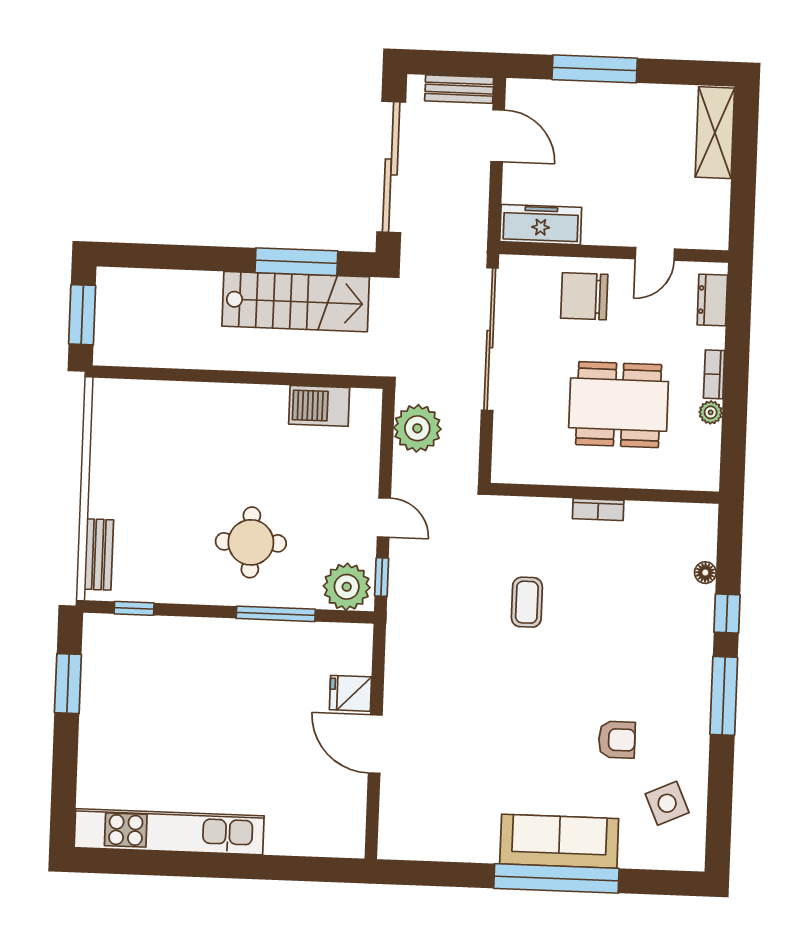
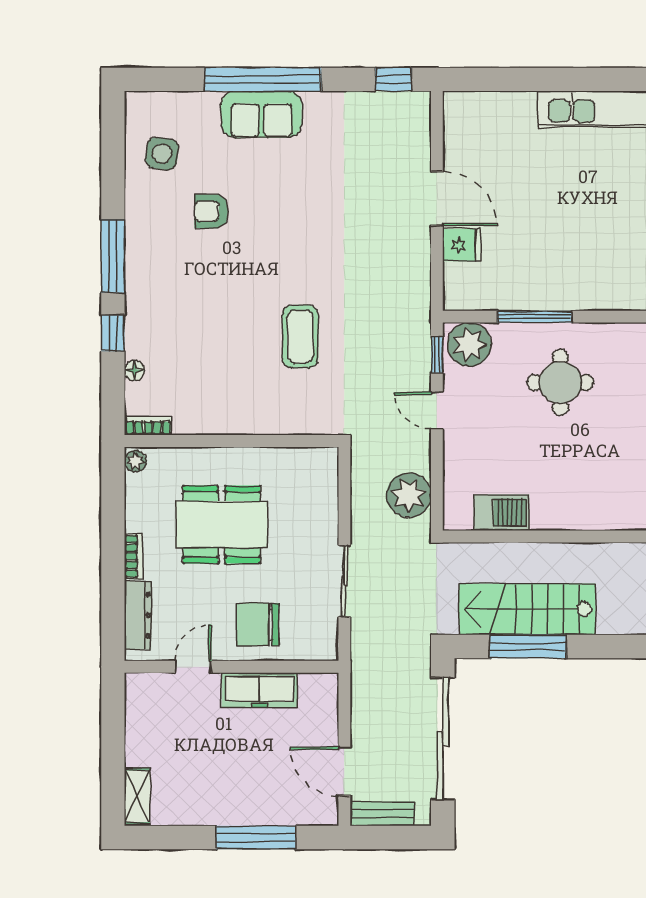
shelving: (715, 133) -> (137, 796), width x0.67, depth x0.75
freezer: (541, 225) -> (259, 690), moved
chair: (584, 296) -> (258, 625), turned 180
dresser: (712, 300) -> (138, 615), width x1.44
sliding door: (490, 339) -> (344, 581), width x0.54
plant: (711, 412) -> (135, 461), moved
bookcase: (598, 509) -> (148, 426), moved
coffee table: (527, 602) -> (300, 336), width x1.36, depth x1.30
side table: (667, 803) -> (162, 154), turned 32
sofa: (559, 841) -> (261, 114), width x0.73
window: (417, 873) -> (393, 79), added

